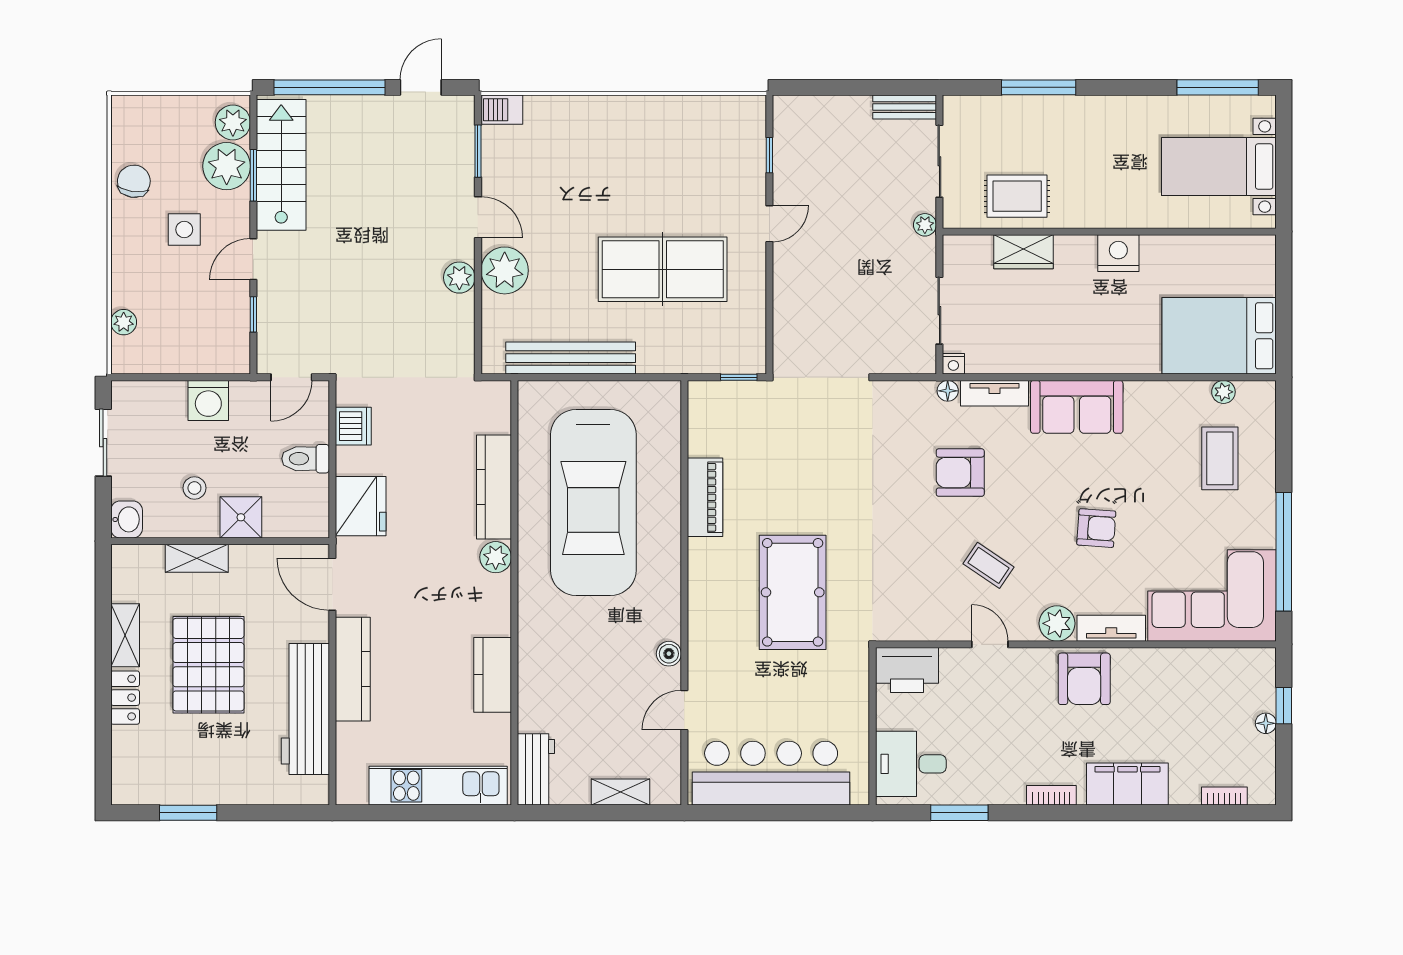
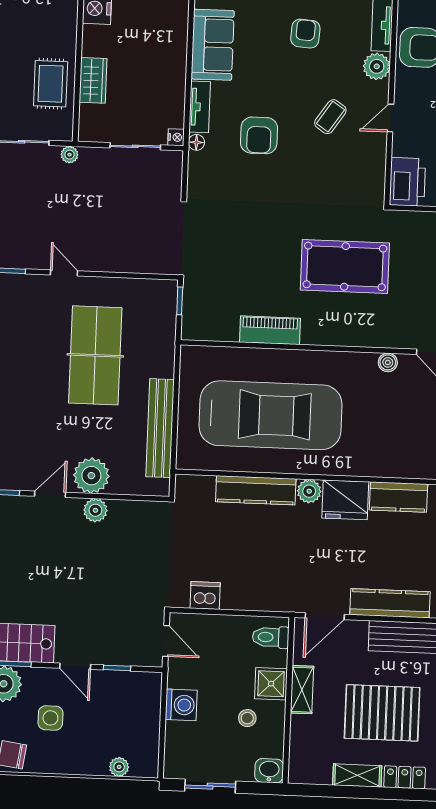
toilet: (306, 459) -> (271, 637), moved, turned 90
fridge: (361, 506) -> (345, 500), moved, turned 180
shelving: (197, 558) -> (302, 690), moved

